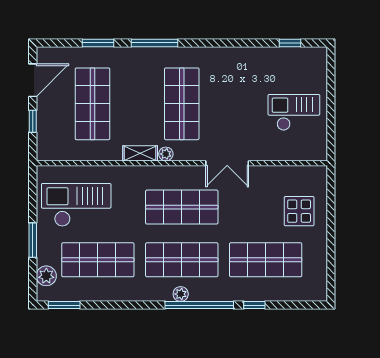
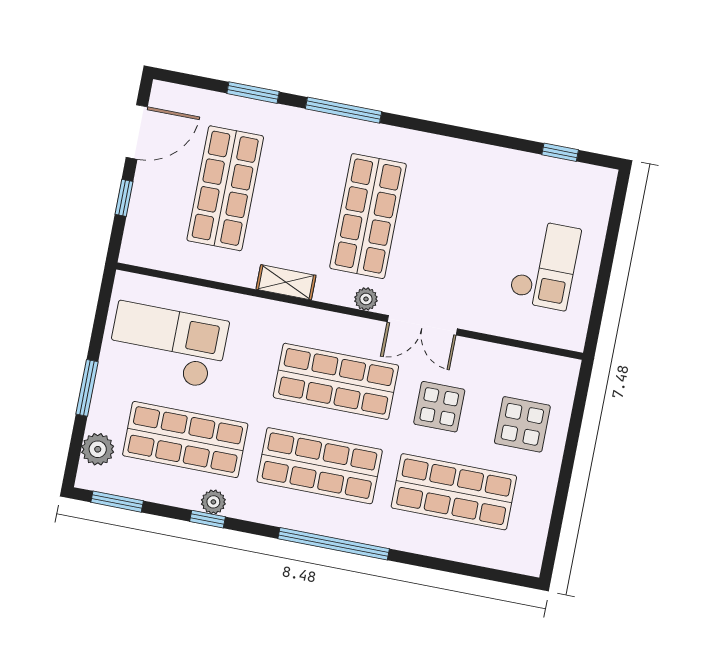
checkout: (294, 112) -> (545, 265), turned 90
plant: (166, 154) -> (366, 299), moved
display table: (247, 210) -> (439, 407), added
plant: (181, 294) -> (213, 502), moved
window: (254, 305) -> (207, 519), moved

